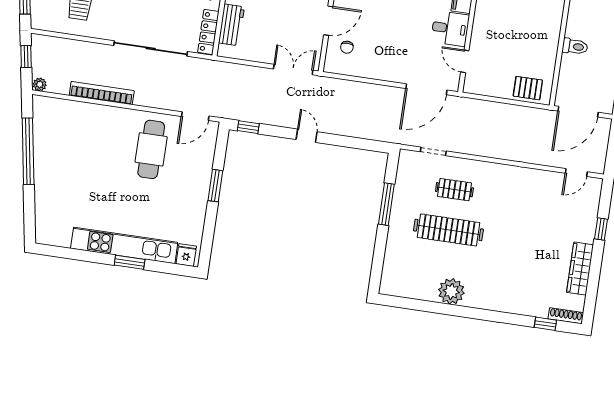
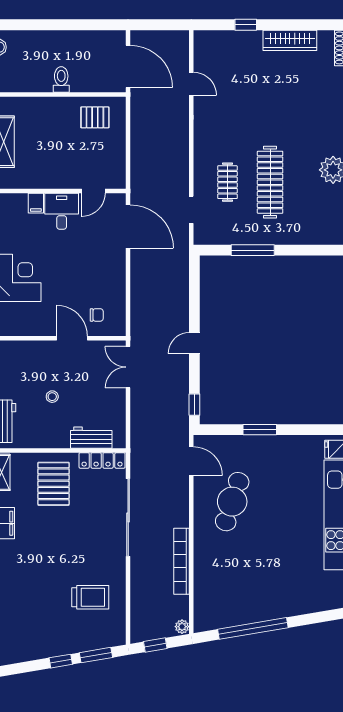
pallet: (528, 88) -> (95, 117), moved, turned 90
cafe table: (151, 149) -> (232, 502), turned -72
door: (576, 172) -> (191, 84), moved

